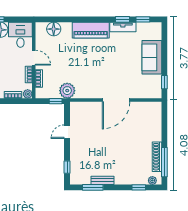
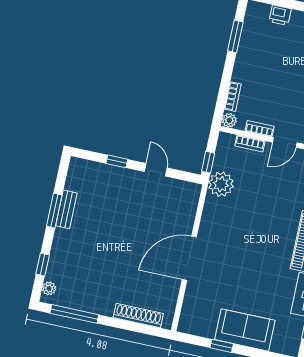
window: (164, 82) -> (222, 346), moved
door: (116, 100) -> (189, 258), hinge flipped
shoe rack: (157, 157) -> (138, 316), moved
window: (67, 167) -> (117, 161), moved
window: (93, 187) -> (54, 211), moved

